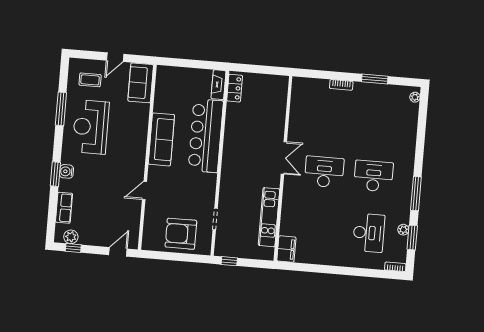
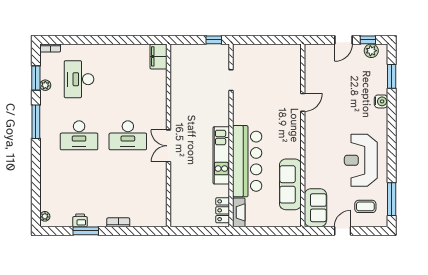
printer: (380, 90) -> (80, 220), added
window: (61, 109) -> (392, 199), moved
reception desk: (91, 127) -> (361, 160), turned 180
sofa: (161, 139) -> (290, 184), moved
water cooler: (66, 171) -> (381, 101), moved
window: (55, 174) -> (392, 76), moved
row of seats: (64, 208) -> (380, 79), removed
kitchen unit: (269, 217) -> (221, 155), moved, turned 180
armchair: (181, 234) -> (263, 63), removed
door: (118, 252) -> (344, 40), moved

